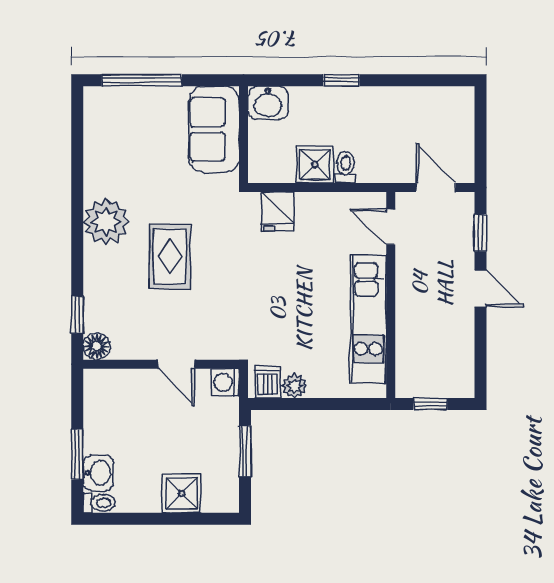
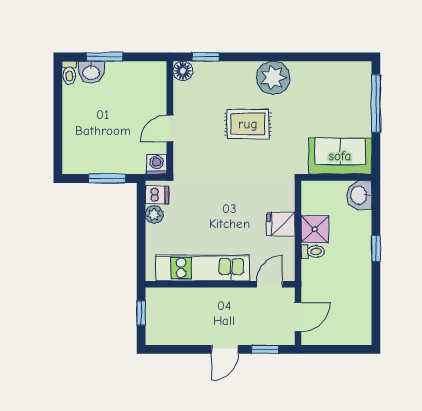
fridge: (277, 211) -> (281, 224), moved
shower: (182, 493) -> (76, 133), removed

